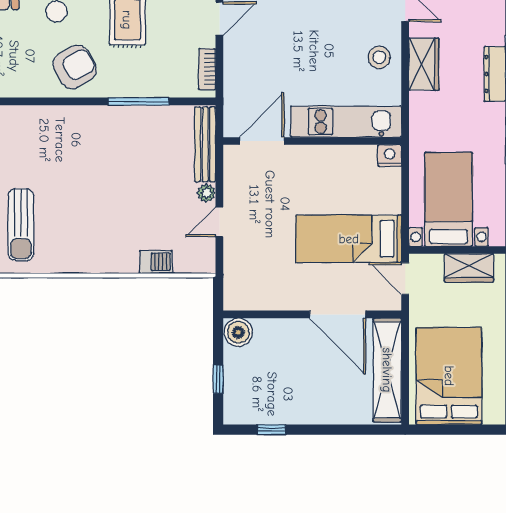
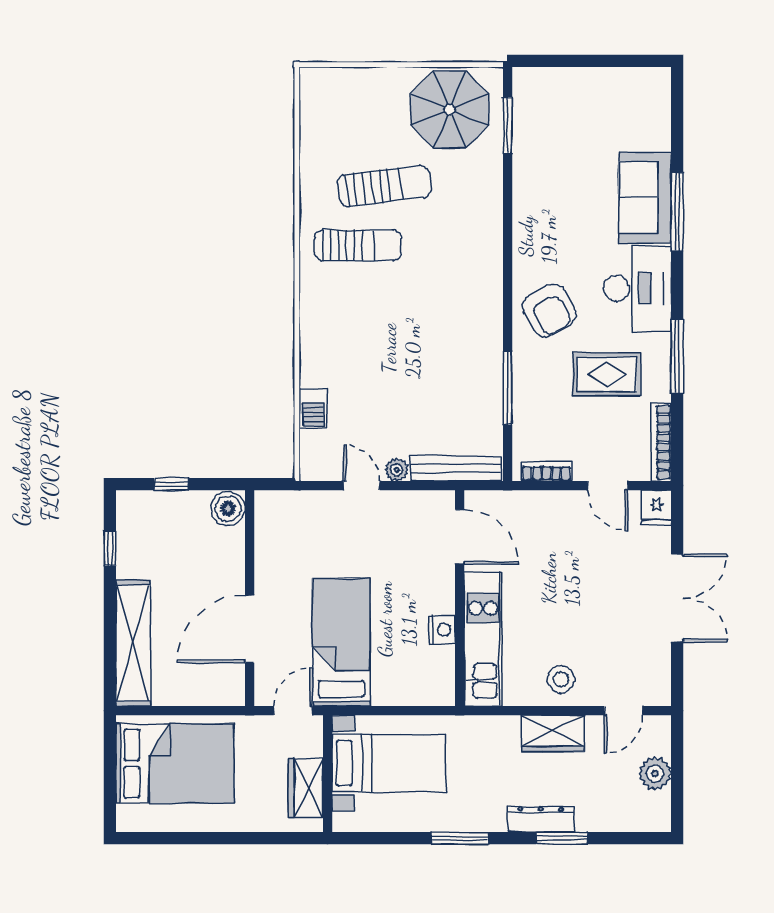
nightstand: (390, 156) -> (442, 630), moved
sun lounger: (21, 225) -> (358, 245), turned 180
shelving: (387, 370) -> (133, 643), moved, turned 90

